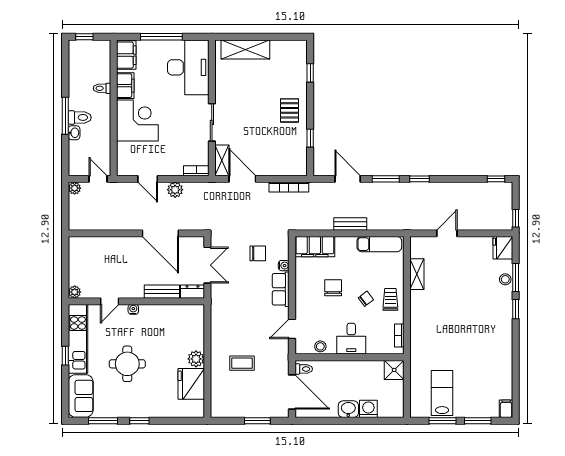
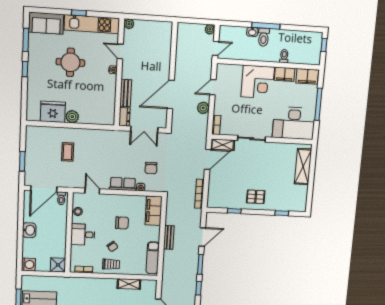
washing machine: (368, 409) -> (28, 264), moved

